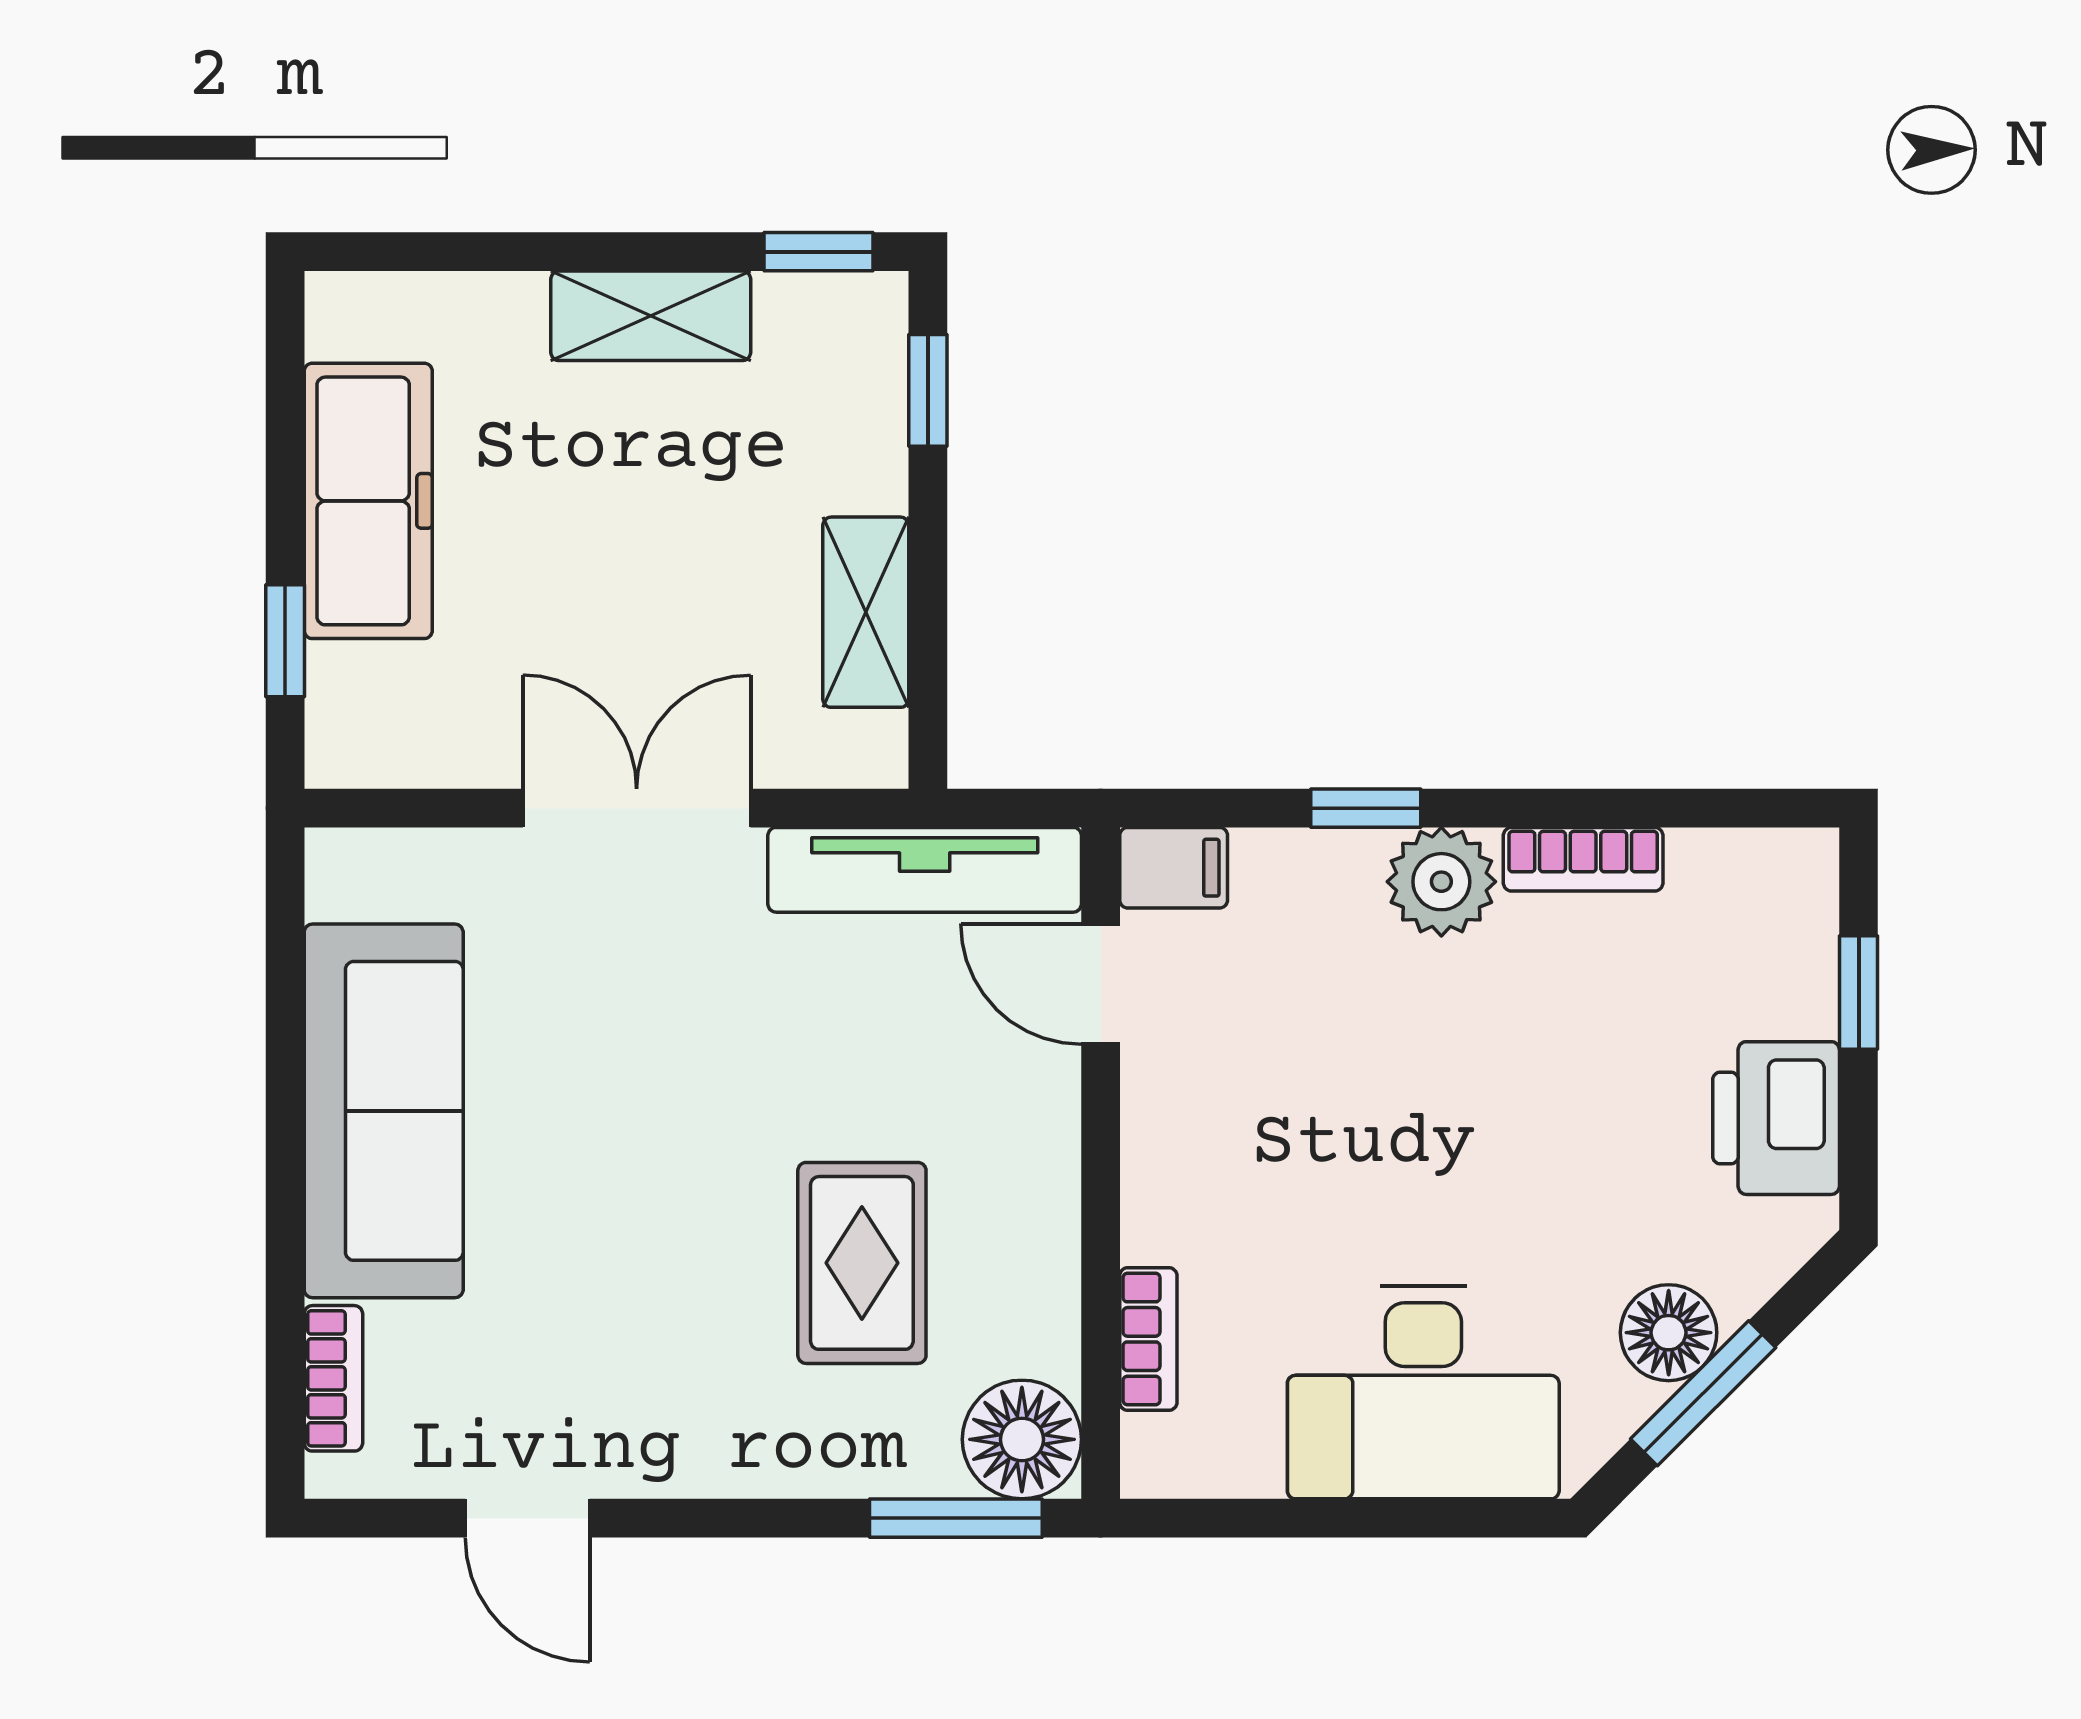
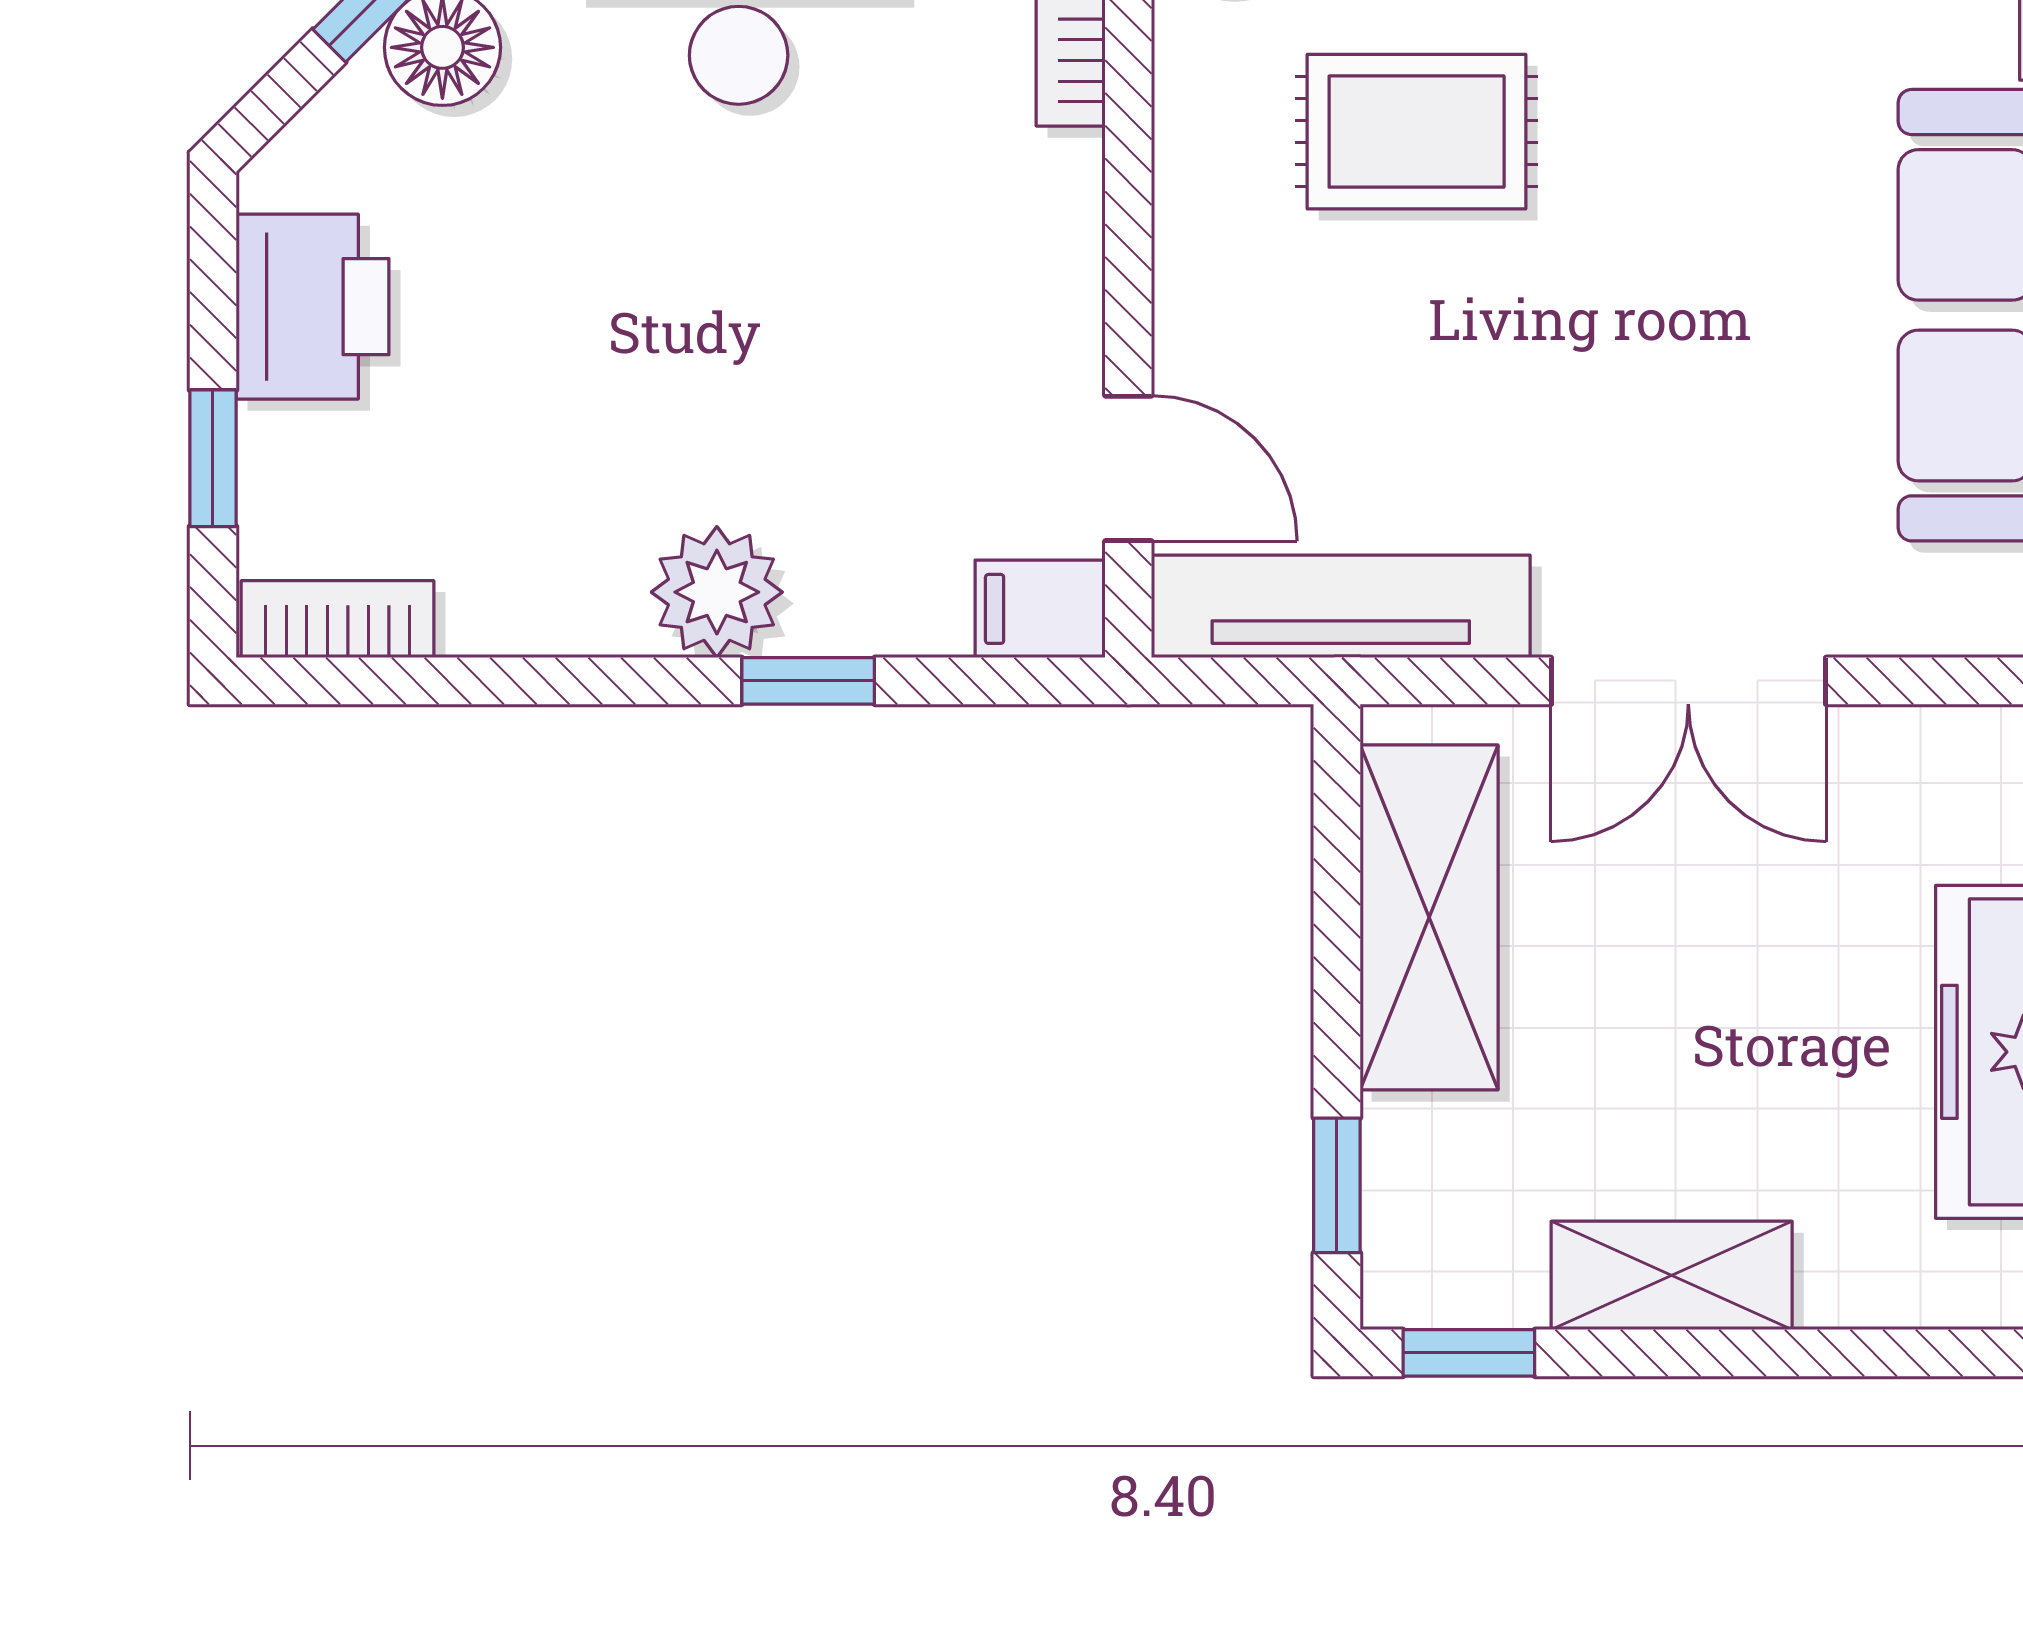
shelving: (866, 612) -> (1429, 917), width x1.50, depth x1.33
bookcase: (1583, 859) -> (338, 619), moved
rug: (862, 1263) -> (1417, 132), turned 90

